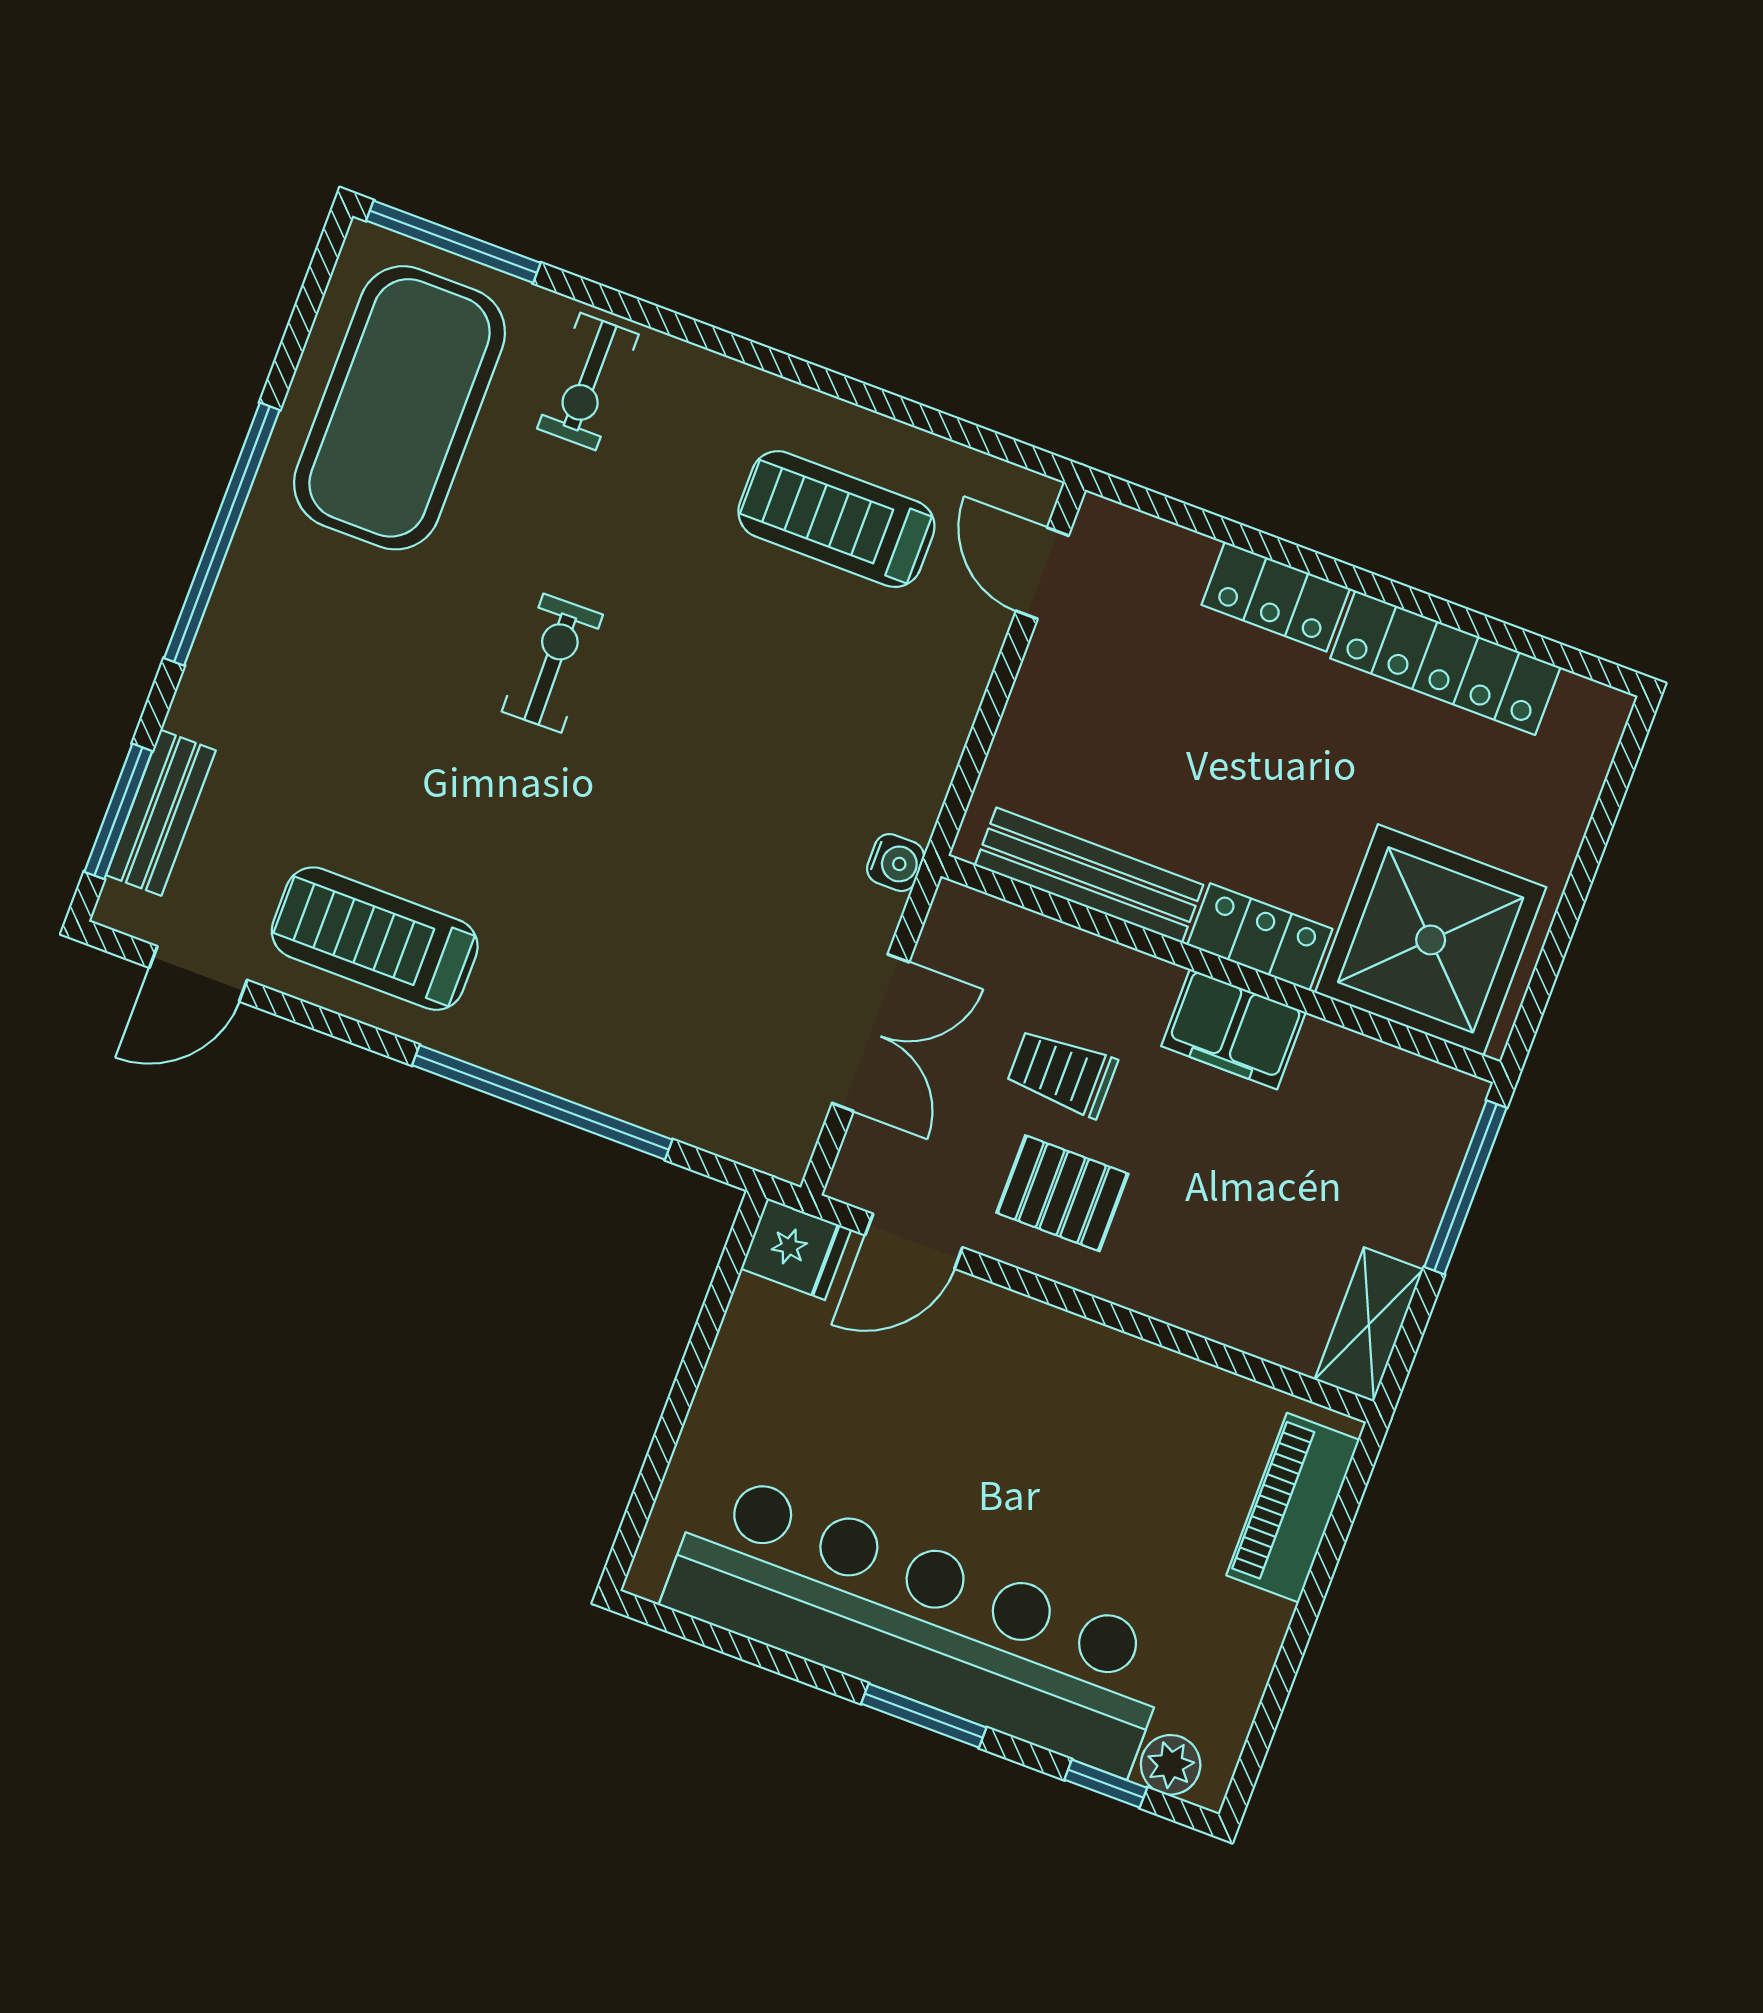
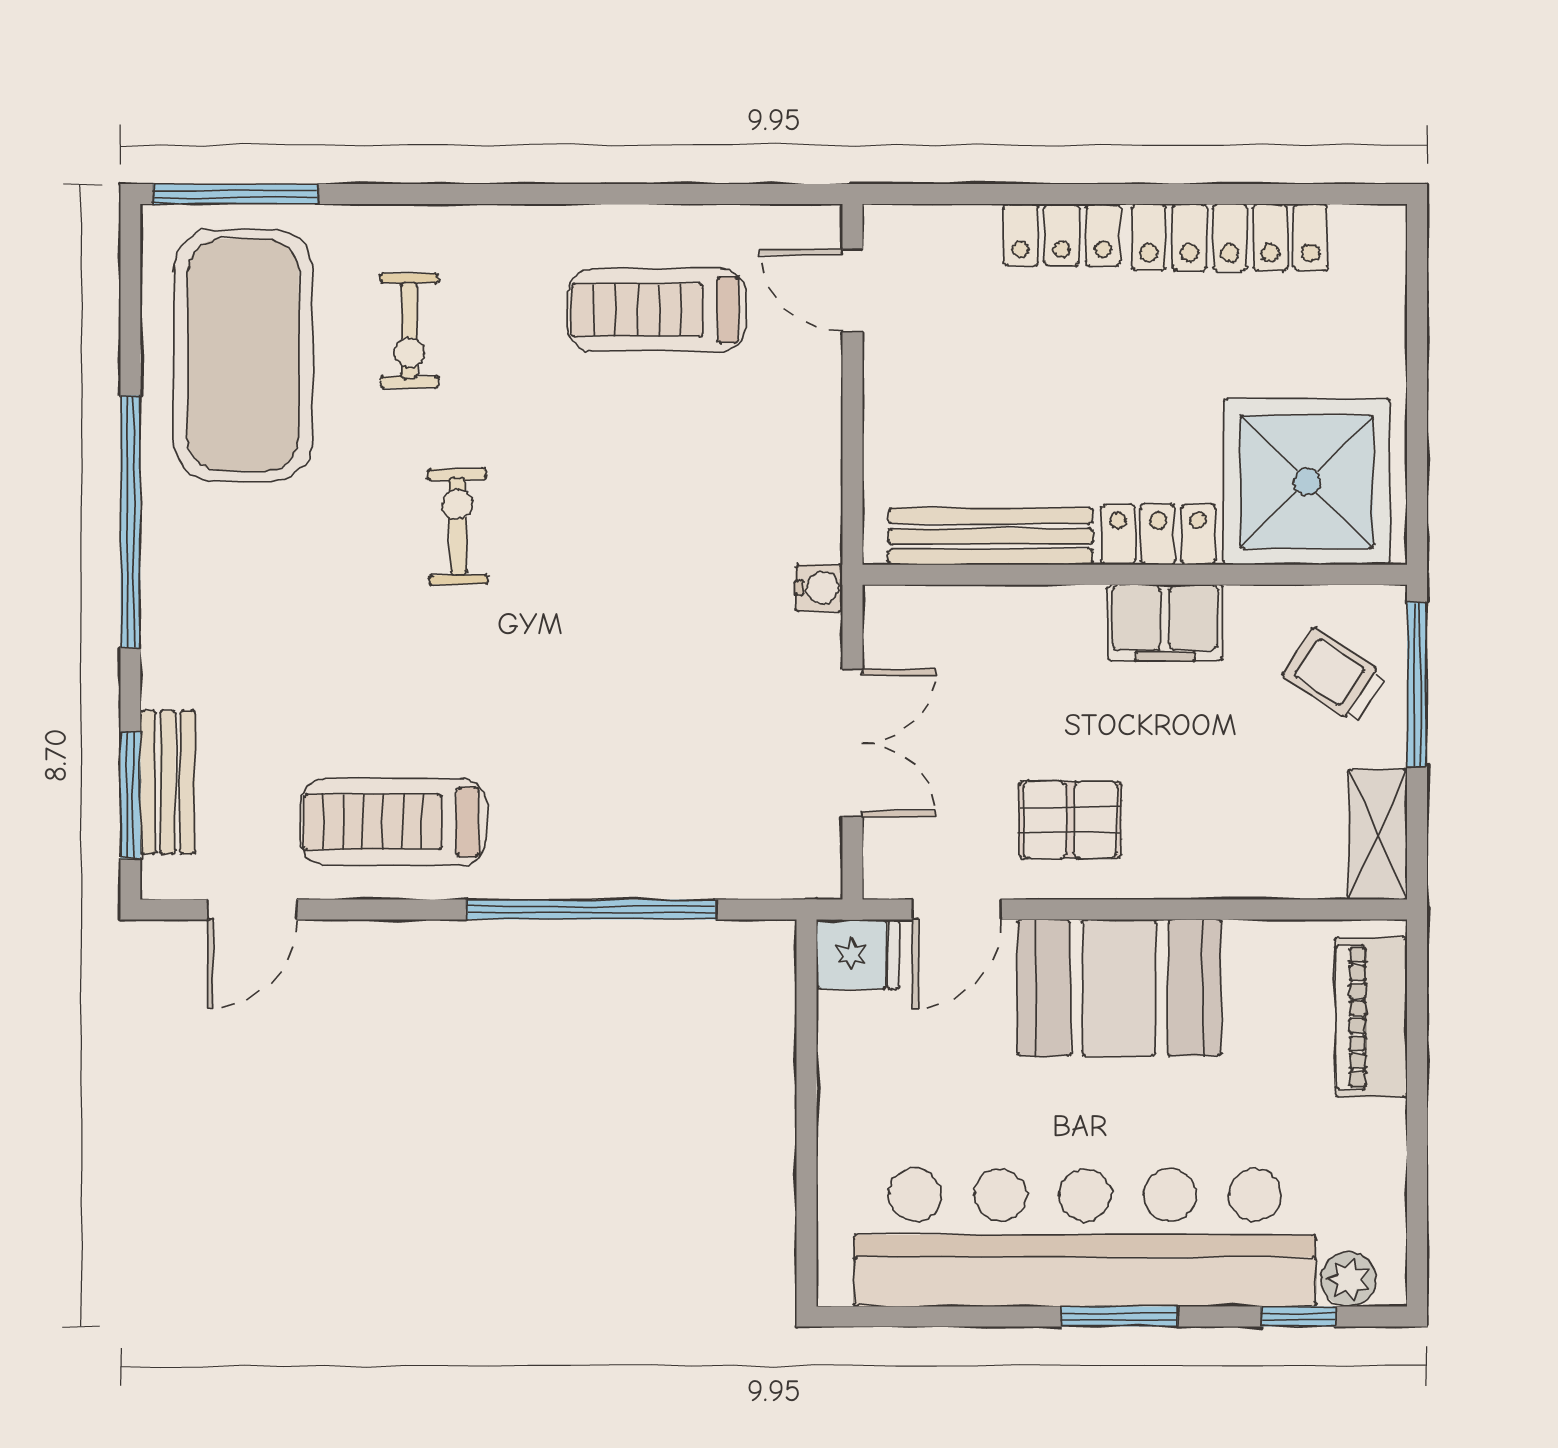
exercise bike: (588, 382) -> (409, 331), moved
trolley: (1062, 1073) -> (1334, 676), moved, turned 34
booth: (1048, 1382) -> (1119, 988), added

